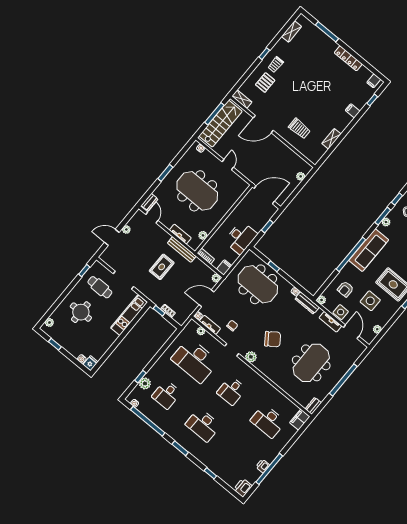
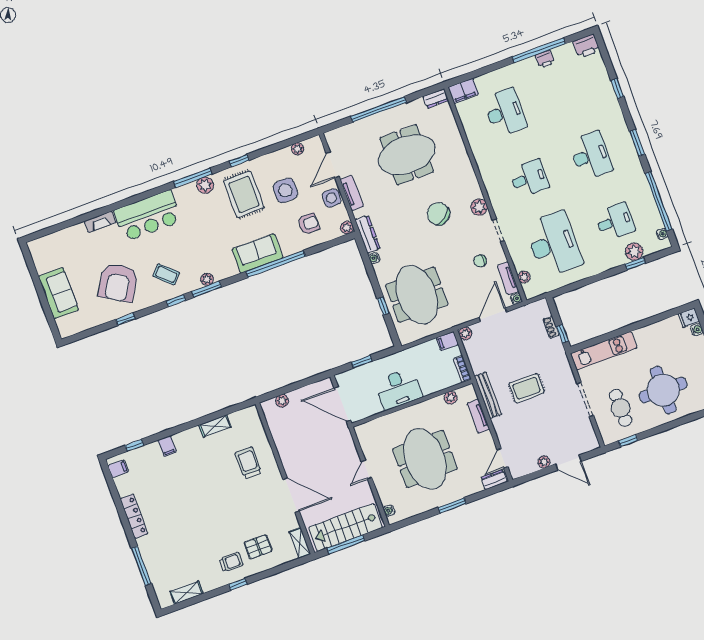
desk: (241, 238) -> (398, 389), moved, turned 180
sofa: (369, 250) -> (257, 253), width x0.73
door: (206, 298) -> (493, 315), swing flipped
round table: (81, 312) -> (663, 390), width x1.36, depth x1.36

